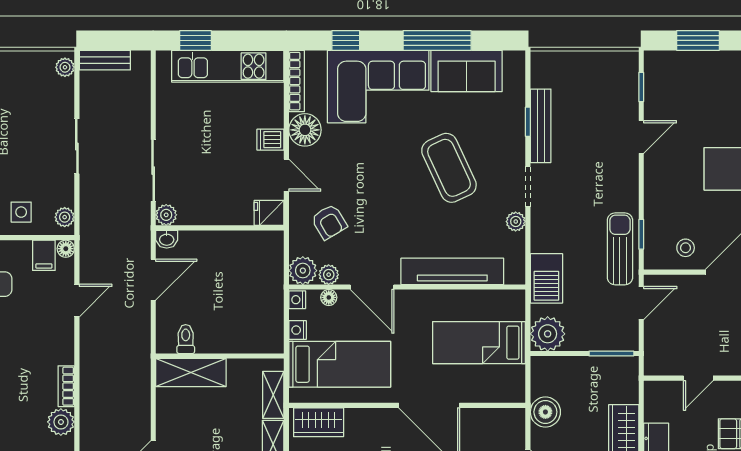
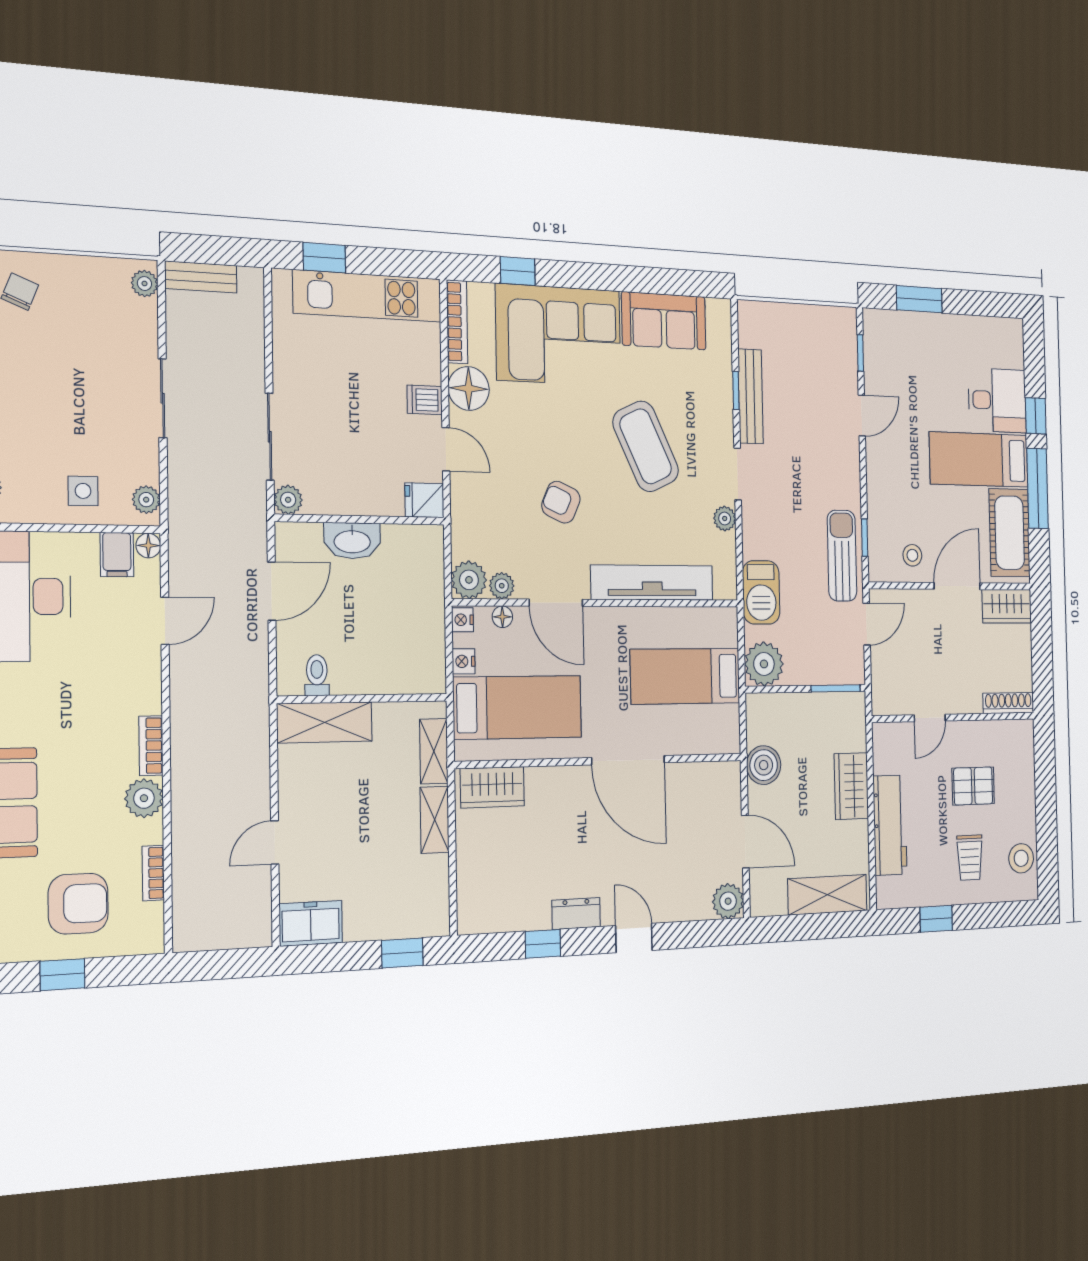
window: (437, 40) -> (628, 279), removed
armchair: (329, 222) -> (561, 502), moved, turned 145
washbasin: (167, 239) -> (352, 541), moved, width x1.91, depth x1.45

